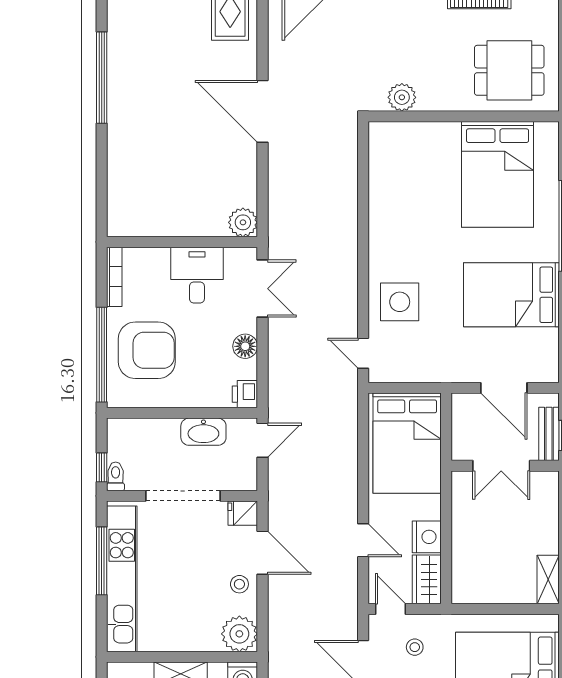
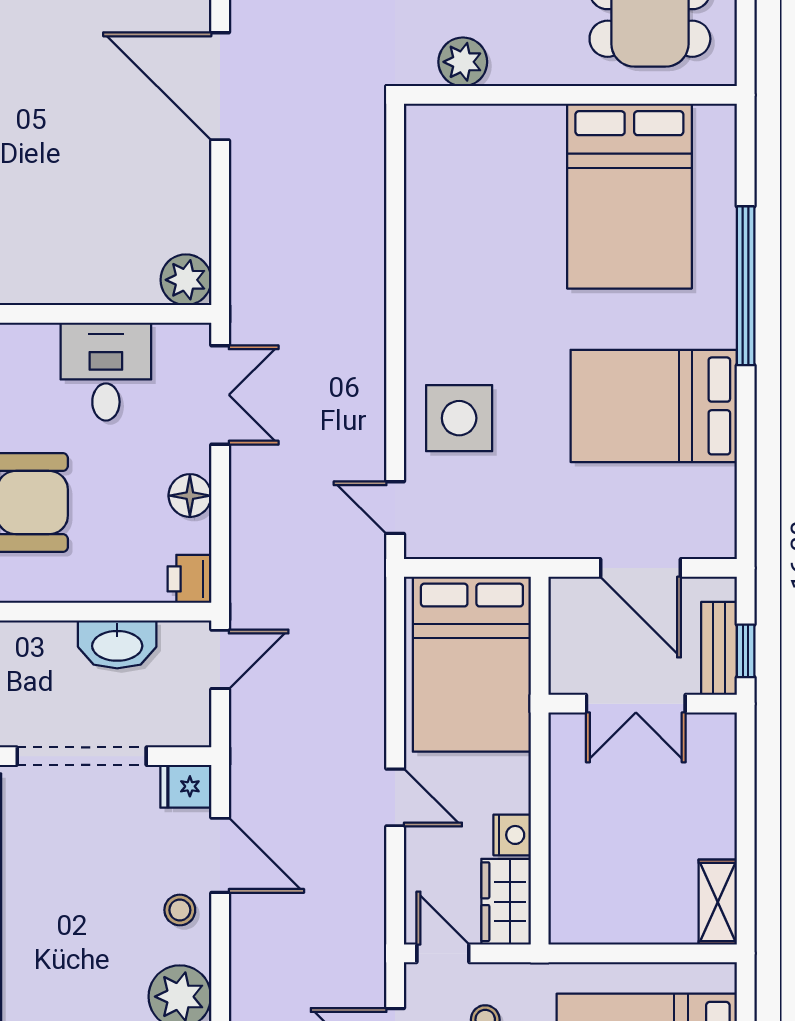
nightstand: (427, 537) -> (512, 835), width x0.74, depth x0.75
door: (363, 540) -> (395, 798), moved

